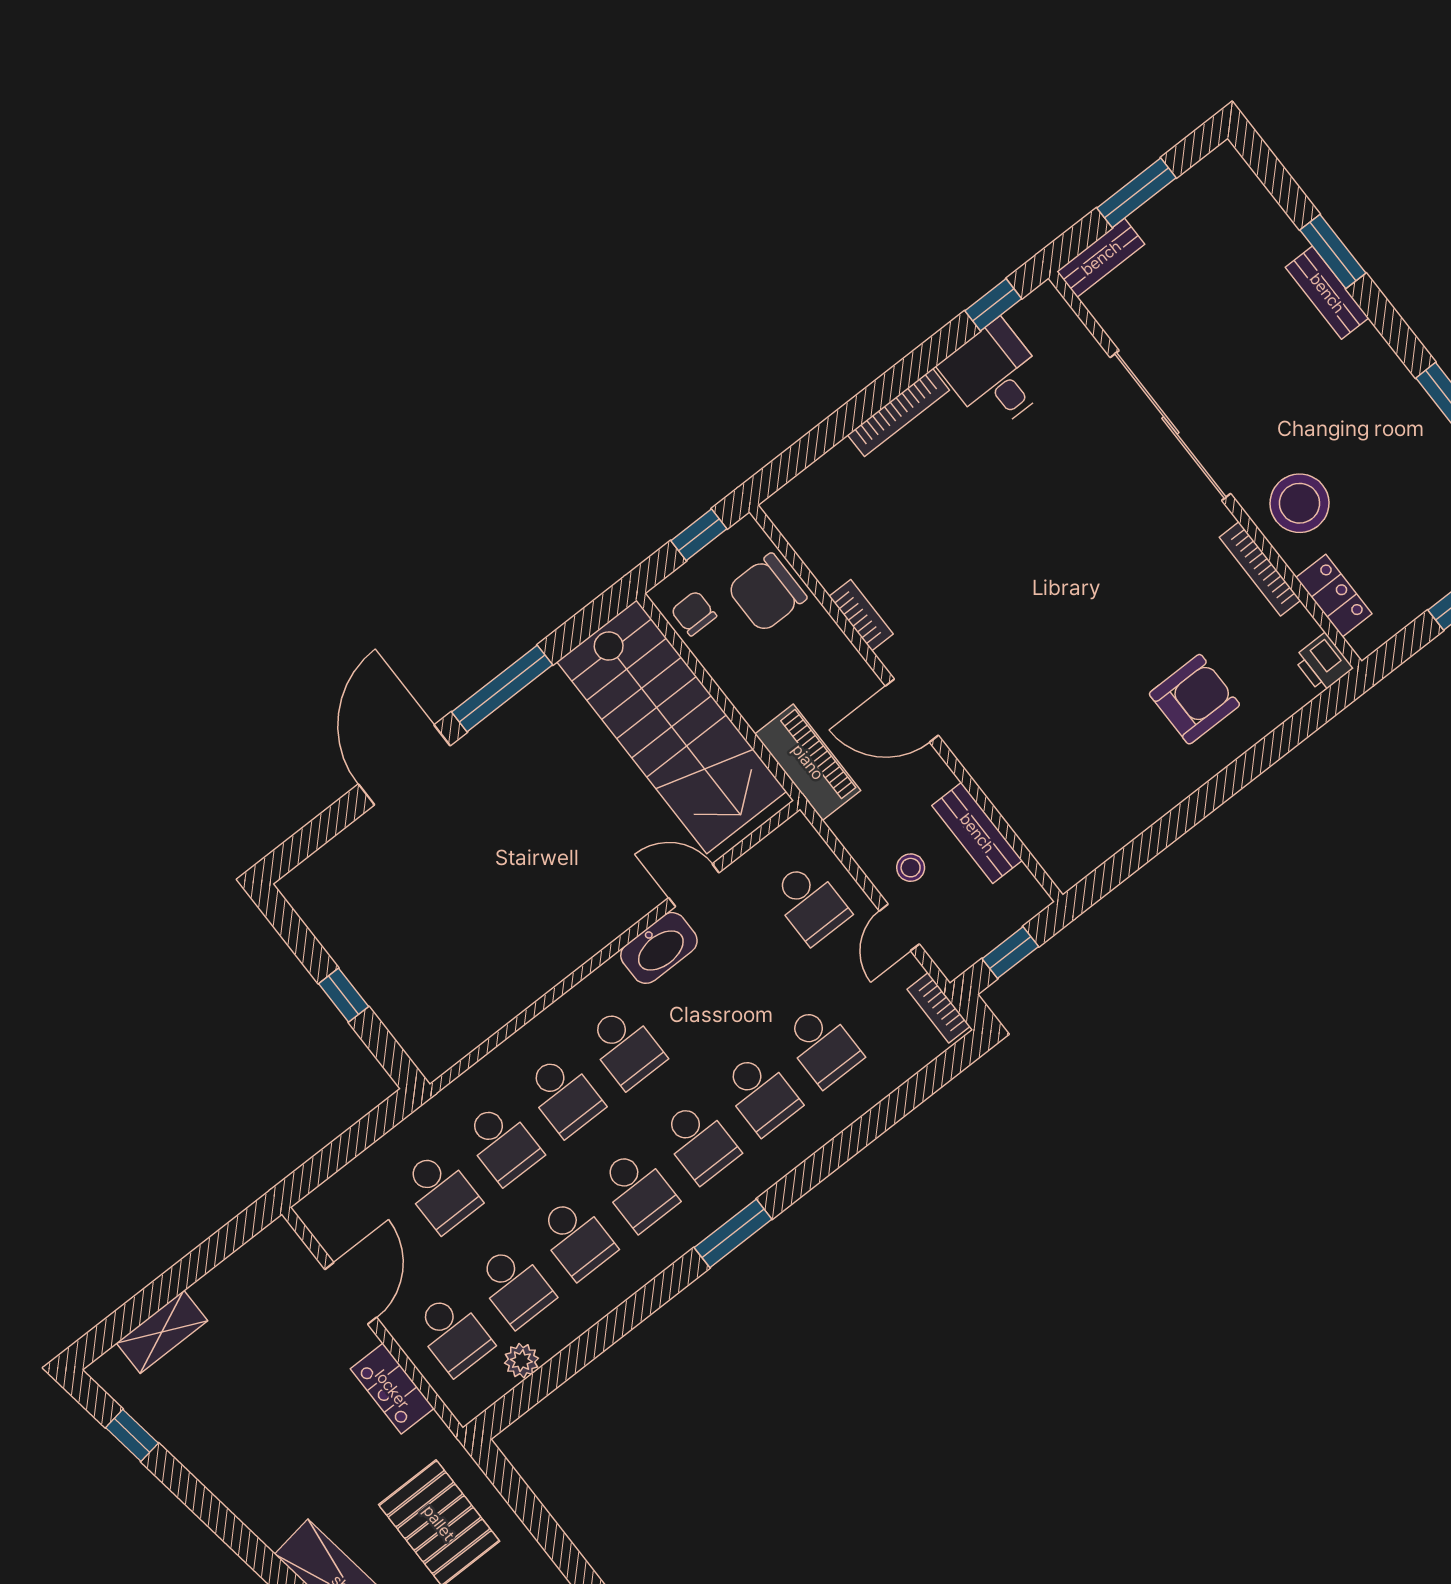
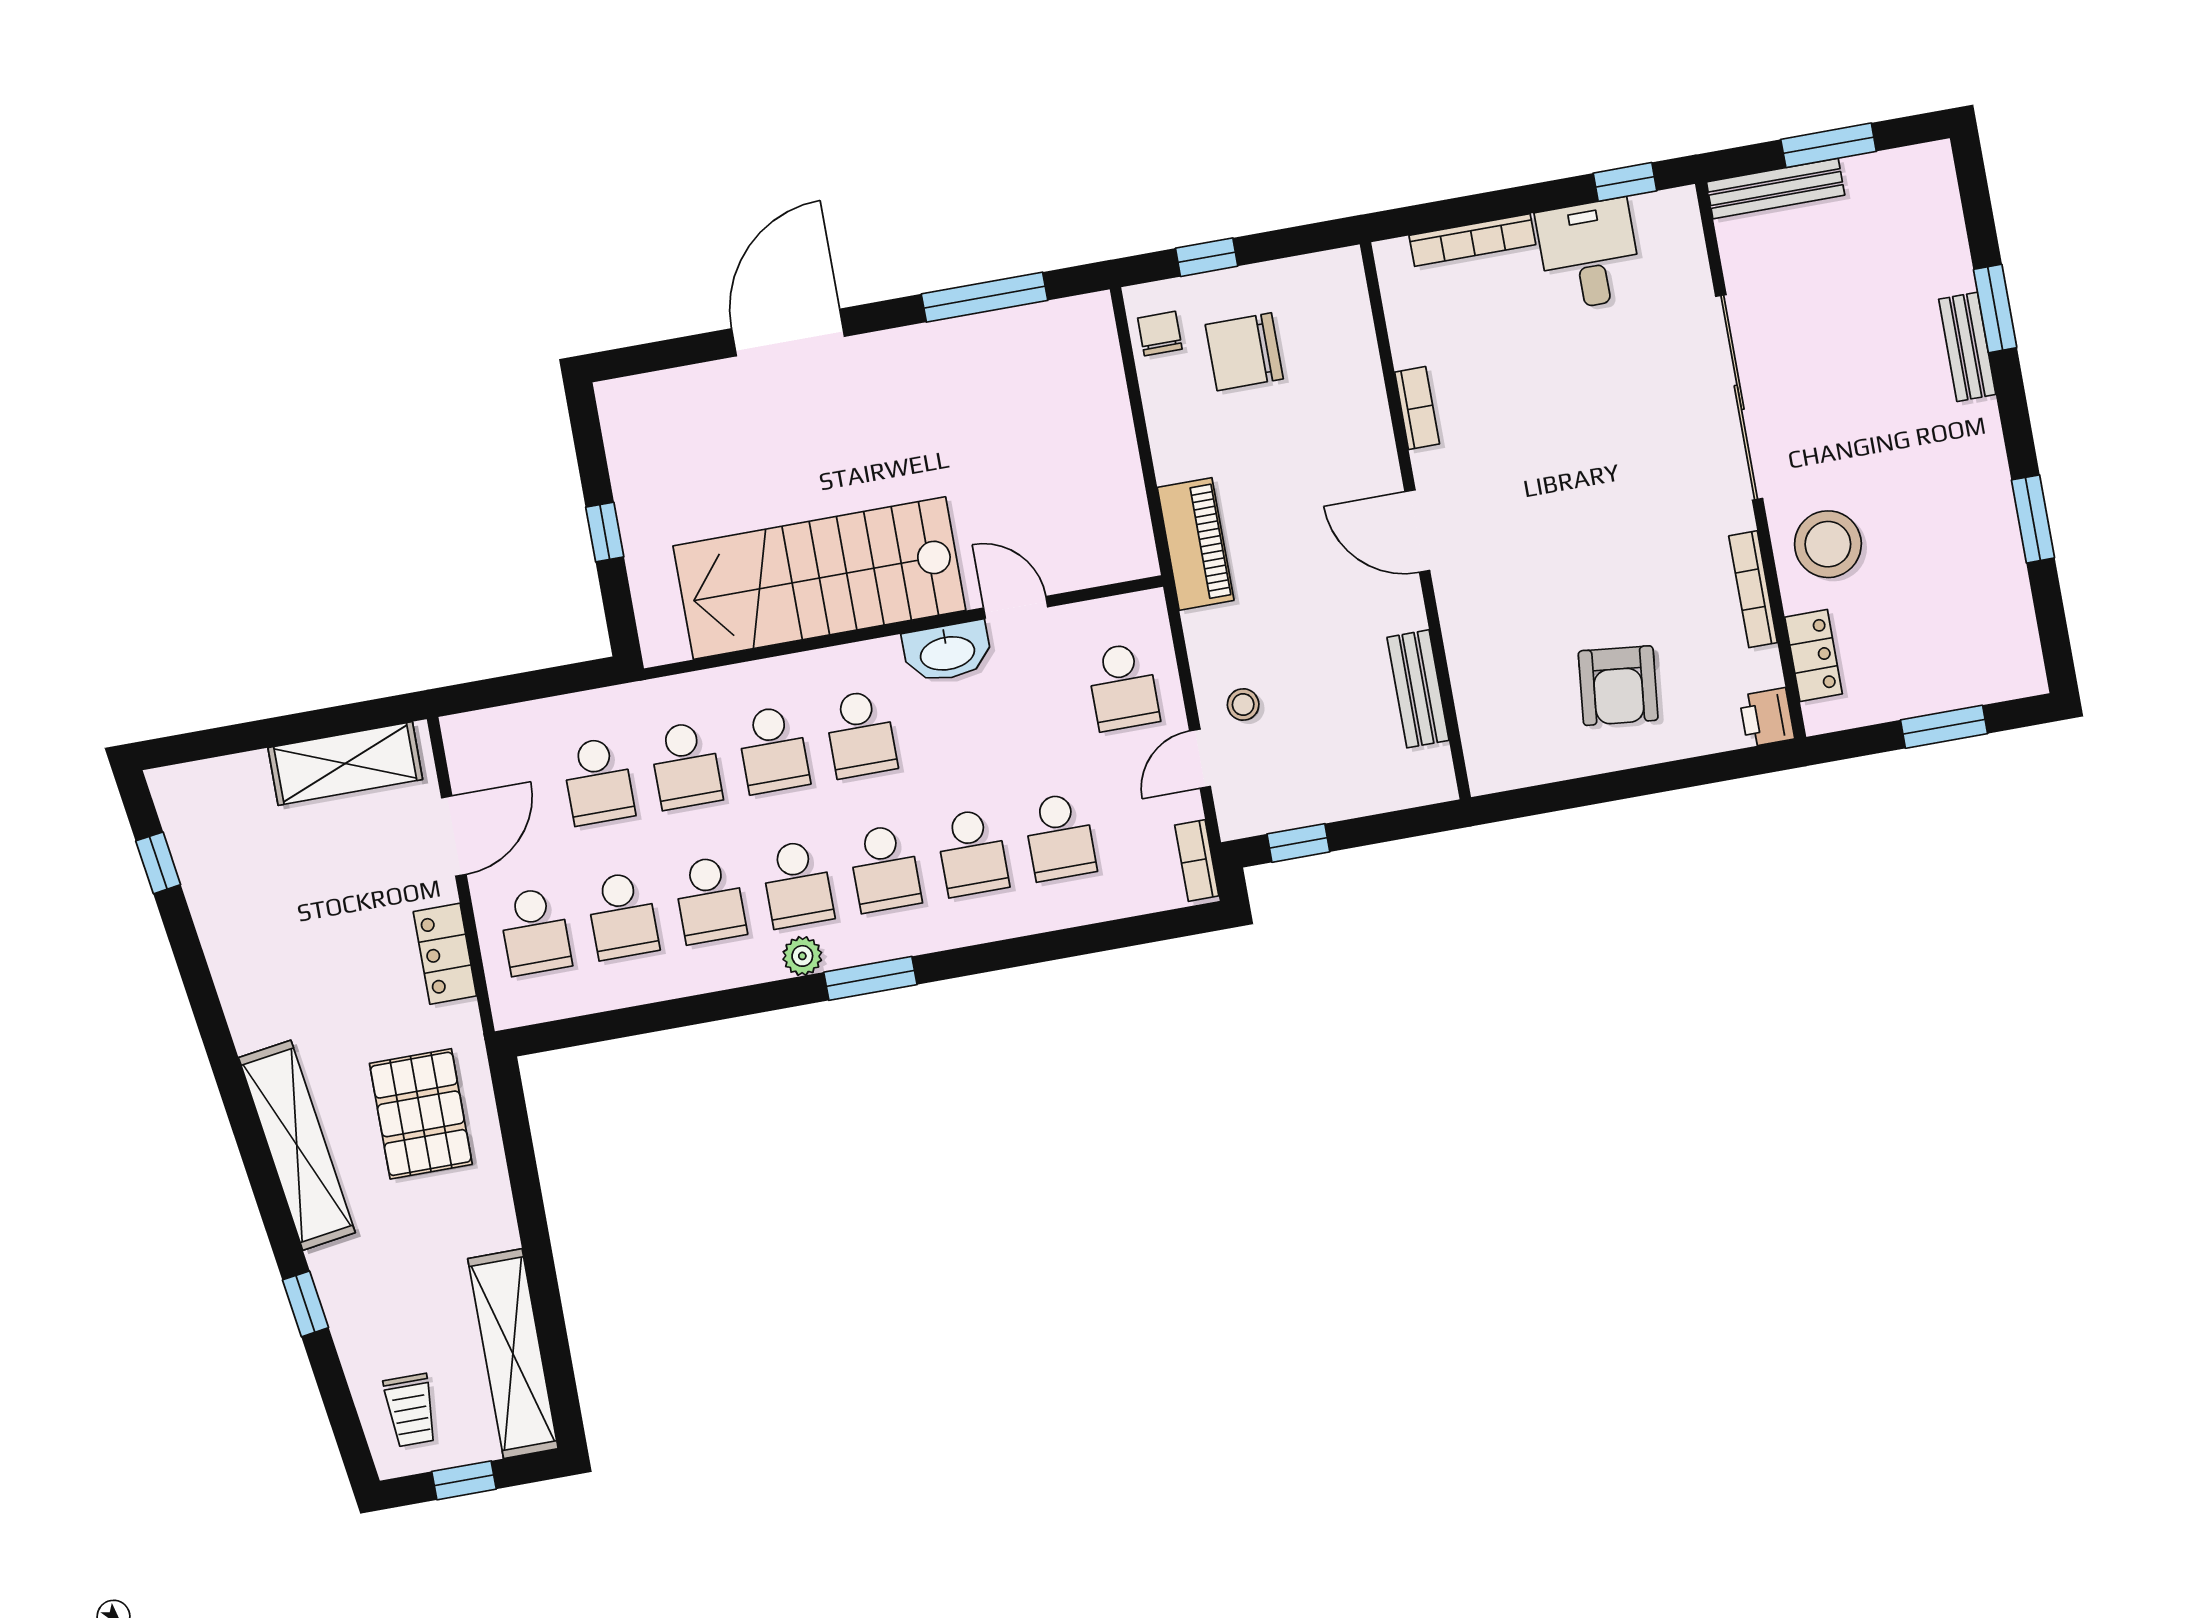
bench: (1101, 258) -> (1776, 188), width x1.36
bookcase: (861, 615) -> (1417, 408), moved
window: (502, 688) -> (985, 297), moved
armchair: (1194, 699) -> (1618, 686), turned 96
wall: (906, 703) -> (1415, 521), moved
door: (912, 711) -> (1417, 531), moved
stairs: (672, 727) -> (819, 578), moved, turned 90
bench: (977, 833) -> (1418, 689), moved
shelving: (162, 1332) -> (345, 764), moved, width x1.50, depth x1.33
plant: (521, 1361) -> (802, 956), moved

